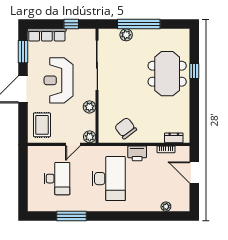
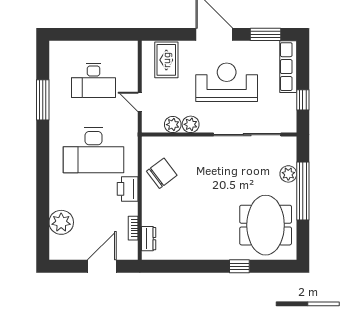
meeting table: (167, 74) -> (266, 225), moved, turned 90
rug: (42, 125) -> (166, 60), turned 90
plant: (90, 137) -> (173, 125), moved
plant: (166, 207) -> (61, 222), width x1.88, depth x1.88

